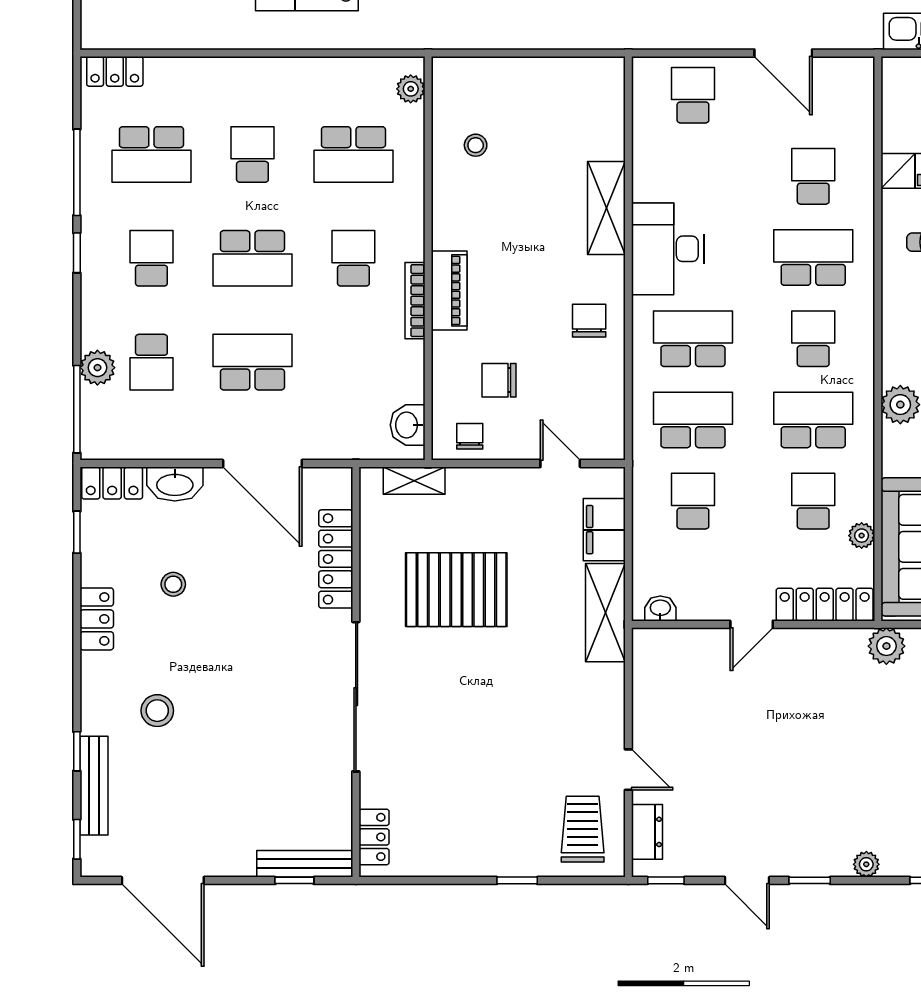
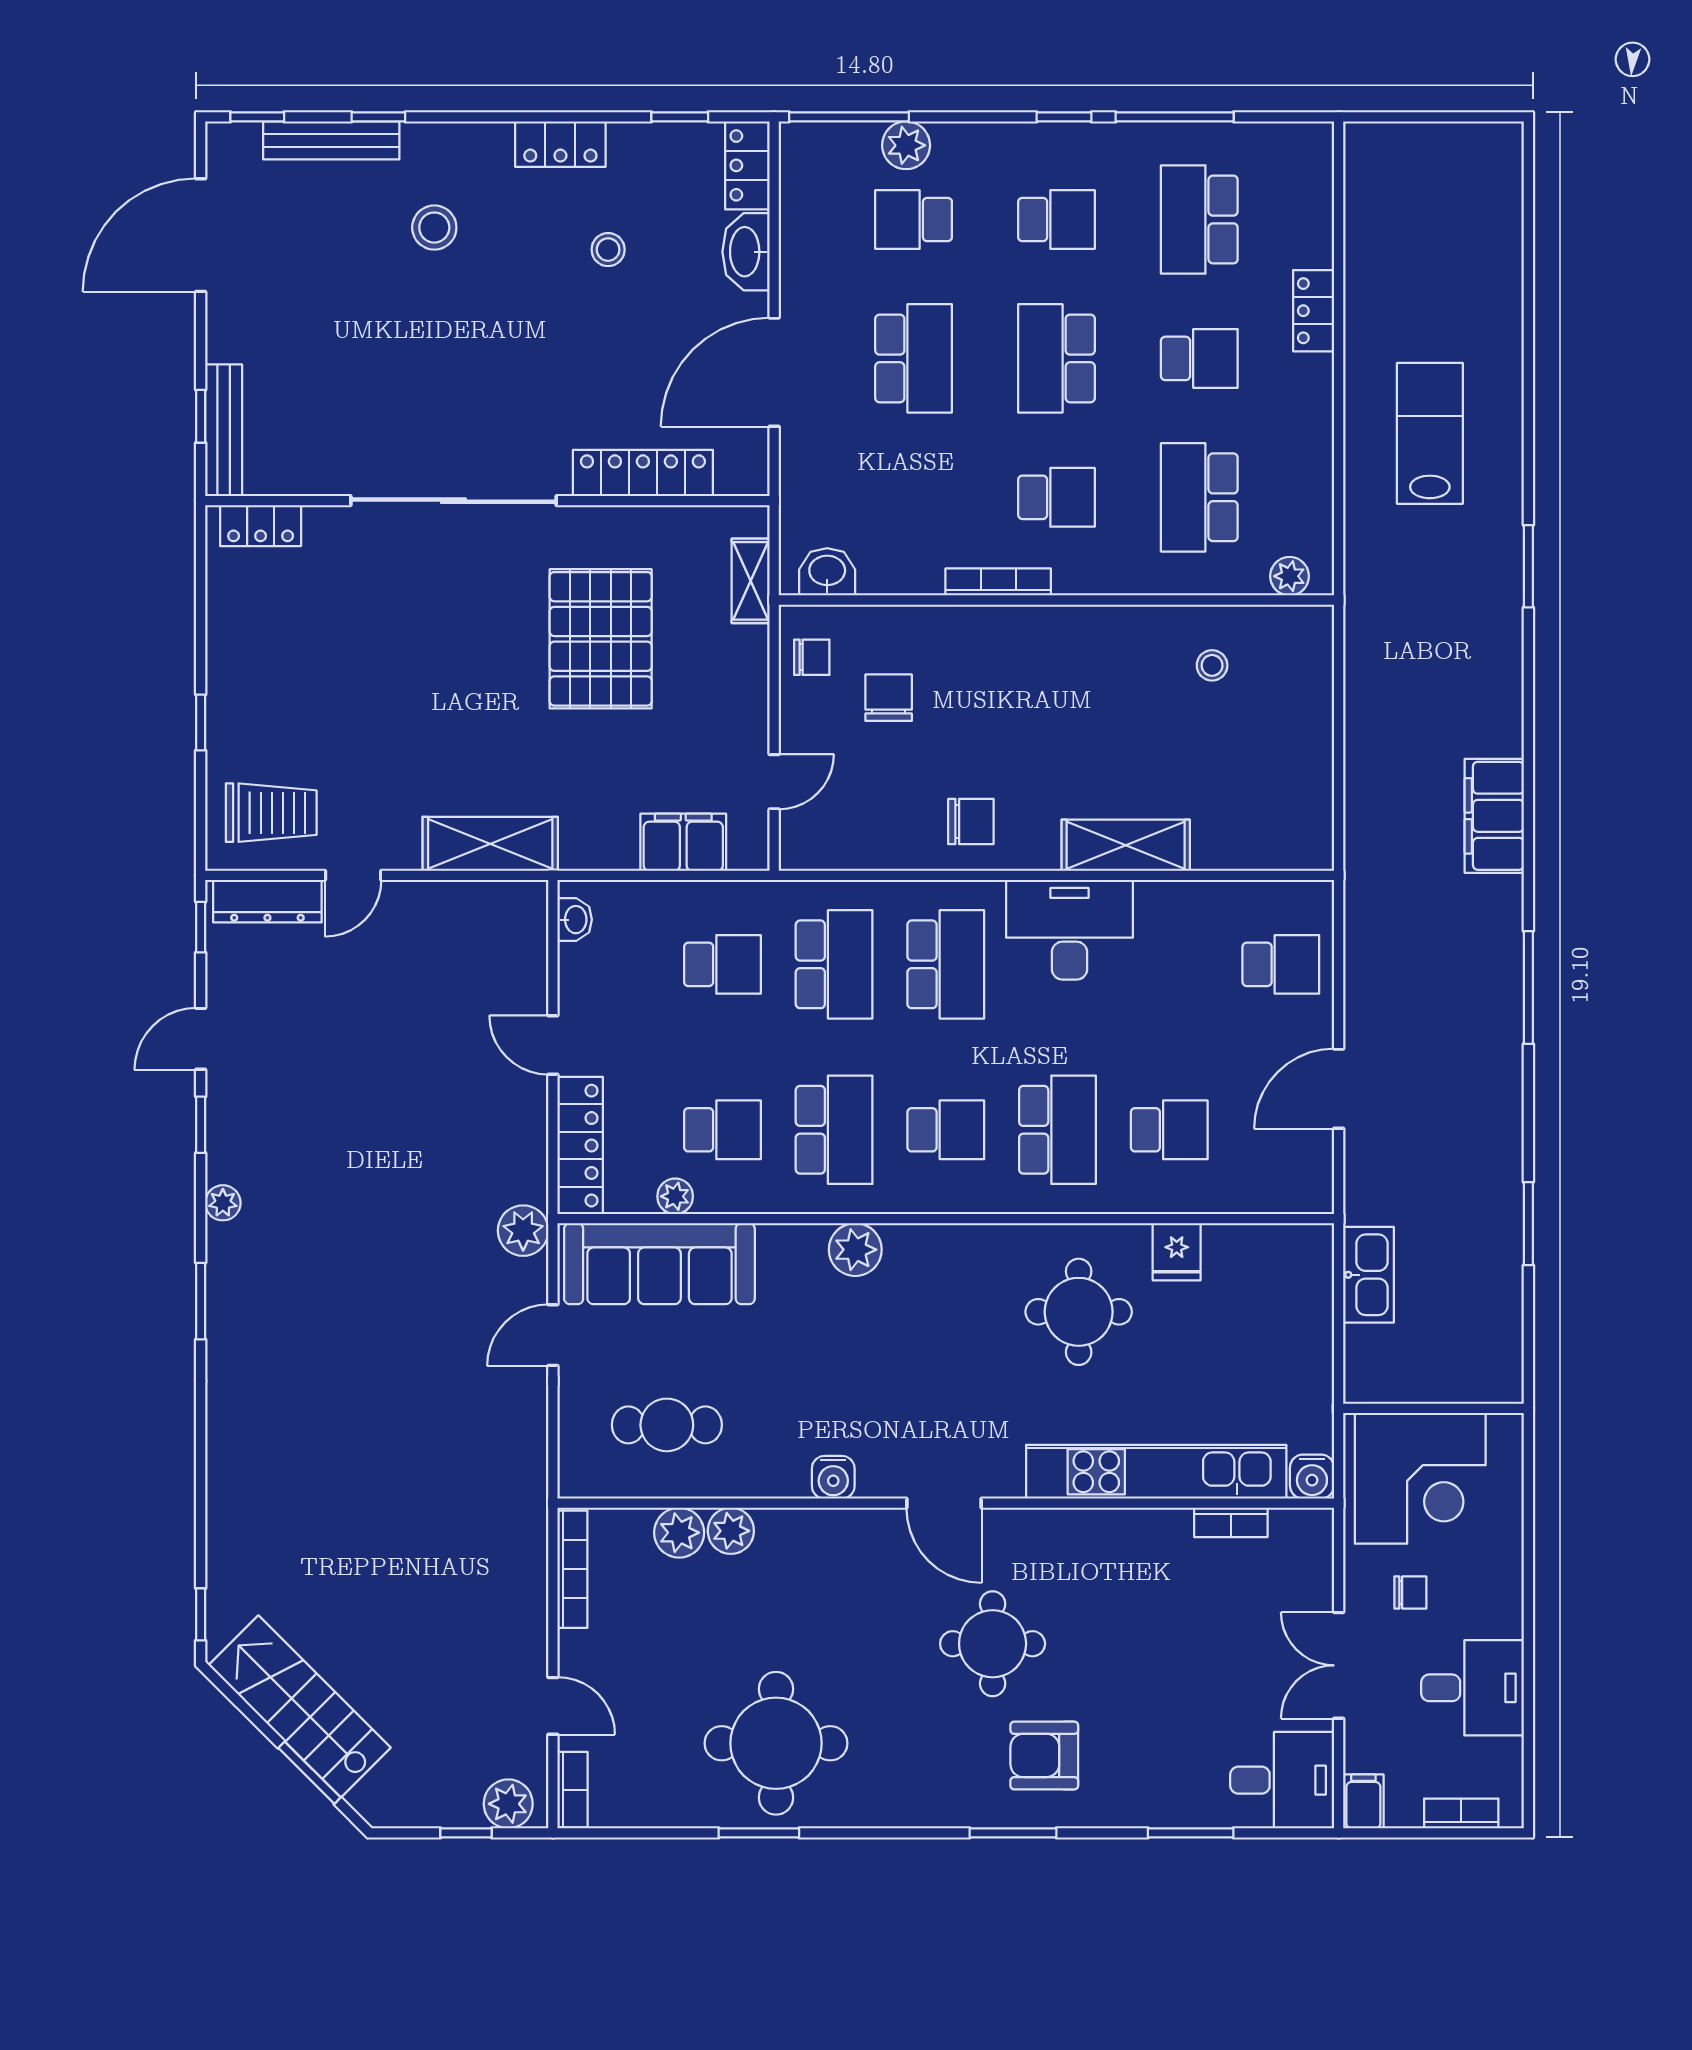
locker: (115, 71) -> (1314, 311), moved
piano: (449, 290) -> (1012, 629), removed
shelving: (605, 613) -> (490, 844), moved
dresser: (647, 832) -> (267, 901), width x1.44

